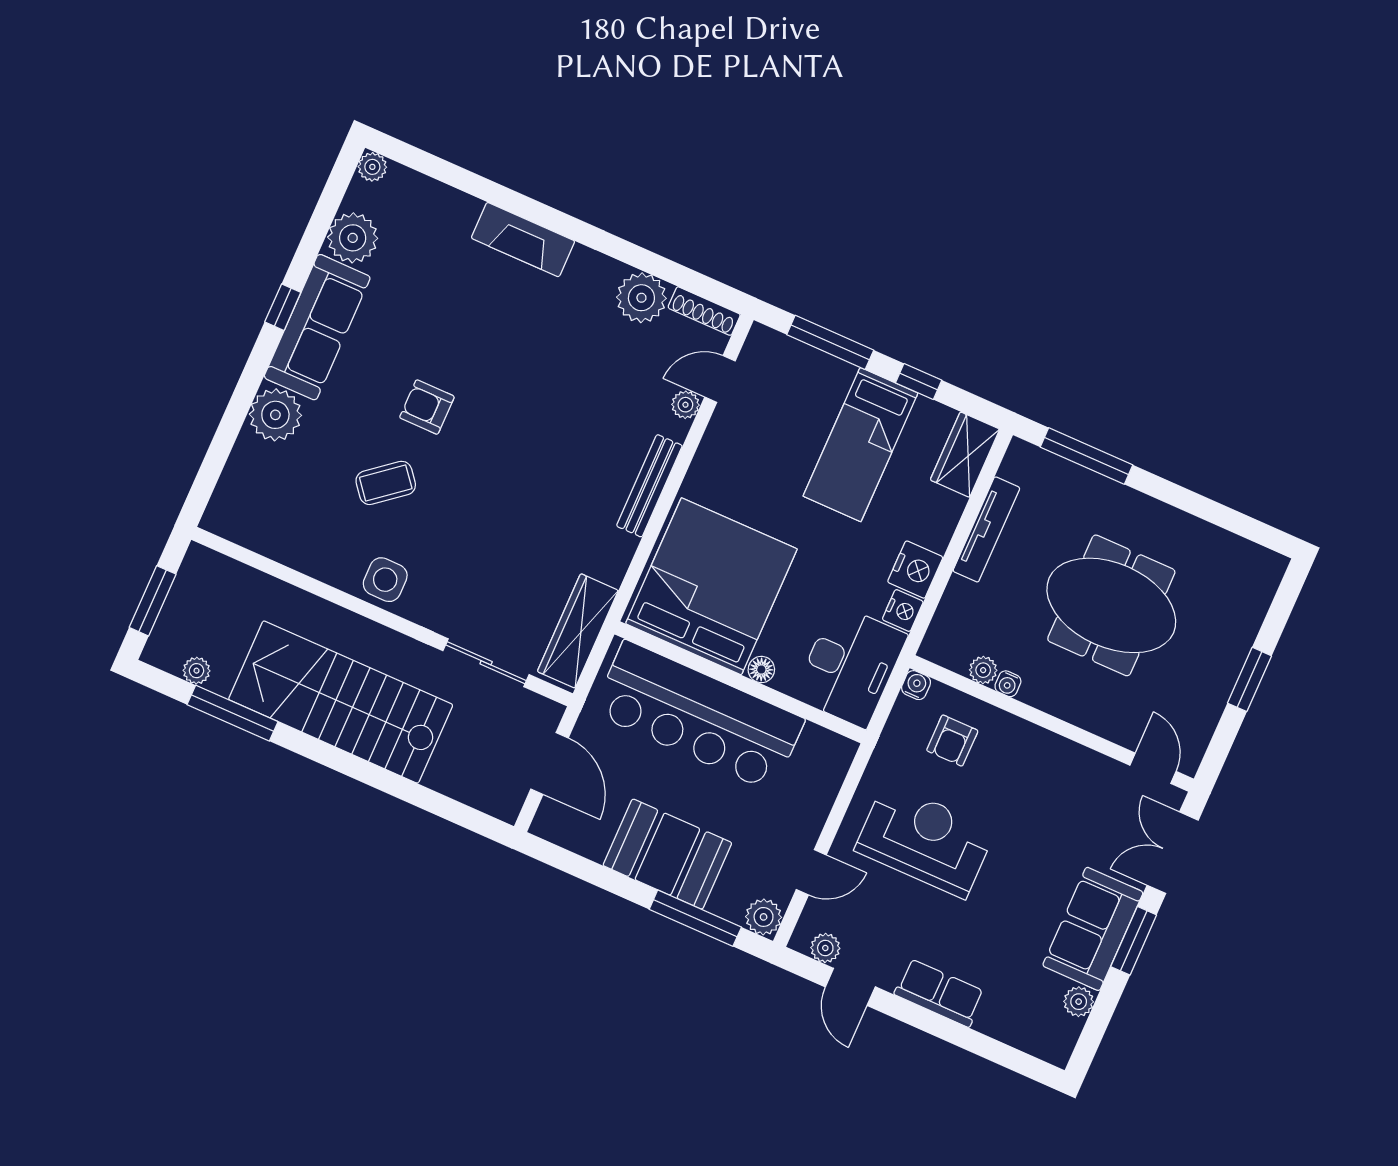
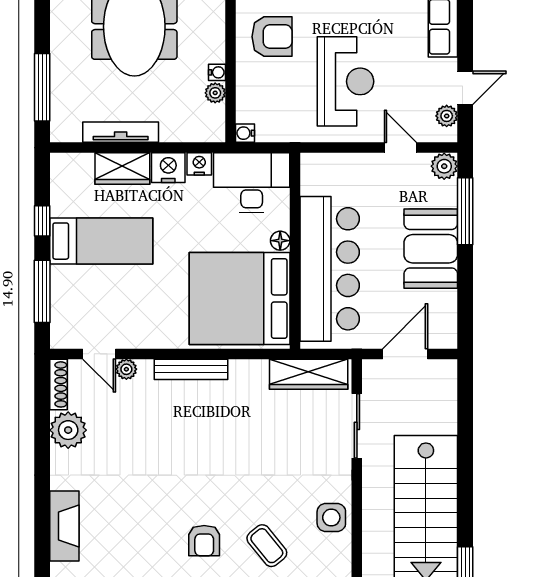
wardrobe: (965, 455) -> (122, 169), moved
armchair: (952, 741) -> (272, 37), moved, width x1.38, depth x1.38
reception desk: (925, 840) -> (345, 81), turned 180

